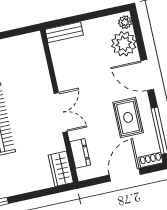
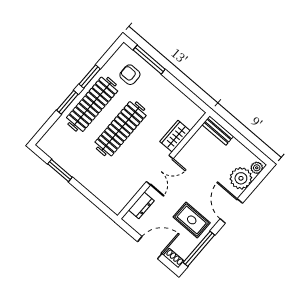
rug: (128, 117) -> (192, 220), turned 90
wardrobe: (61, 169) -> (175, 136), moved

